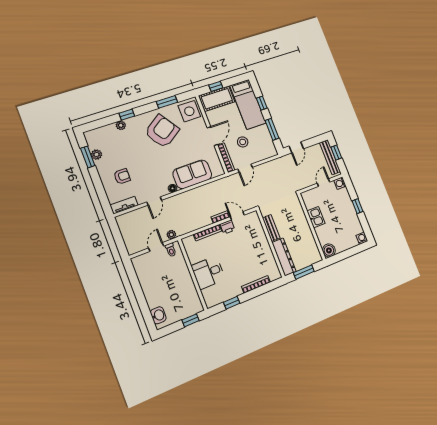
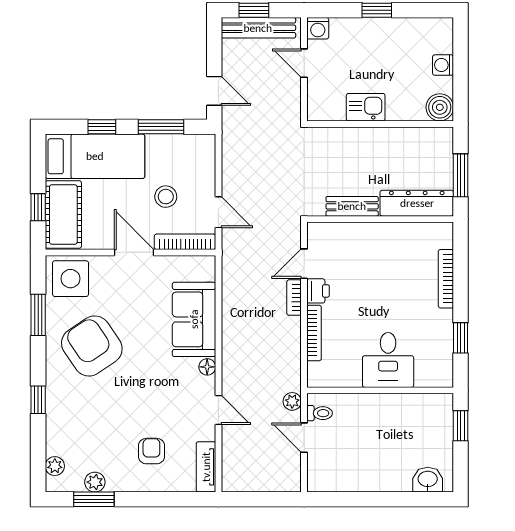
plant: (121, 125) -> (55, 466), moved
washing machine: (362, 238) -> (443, 65), moved

